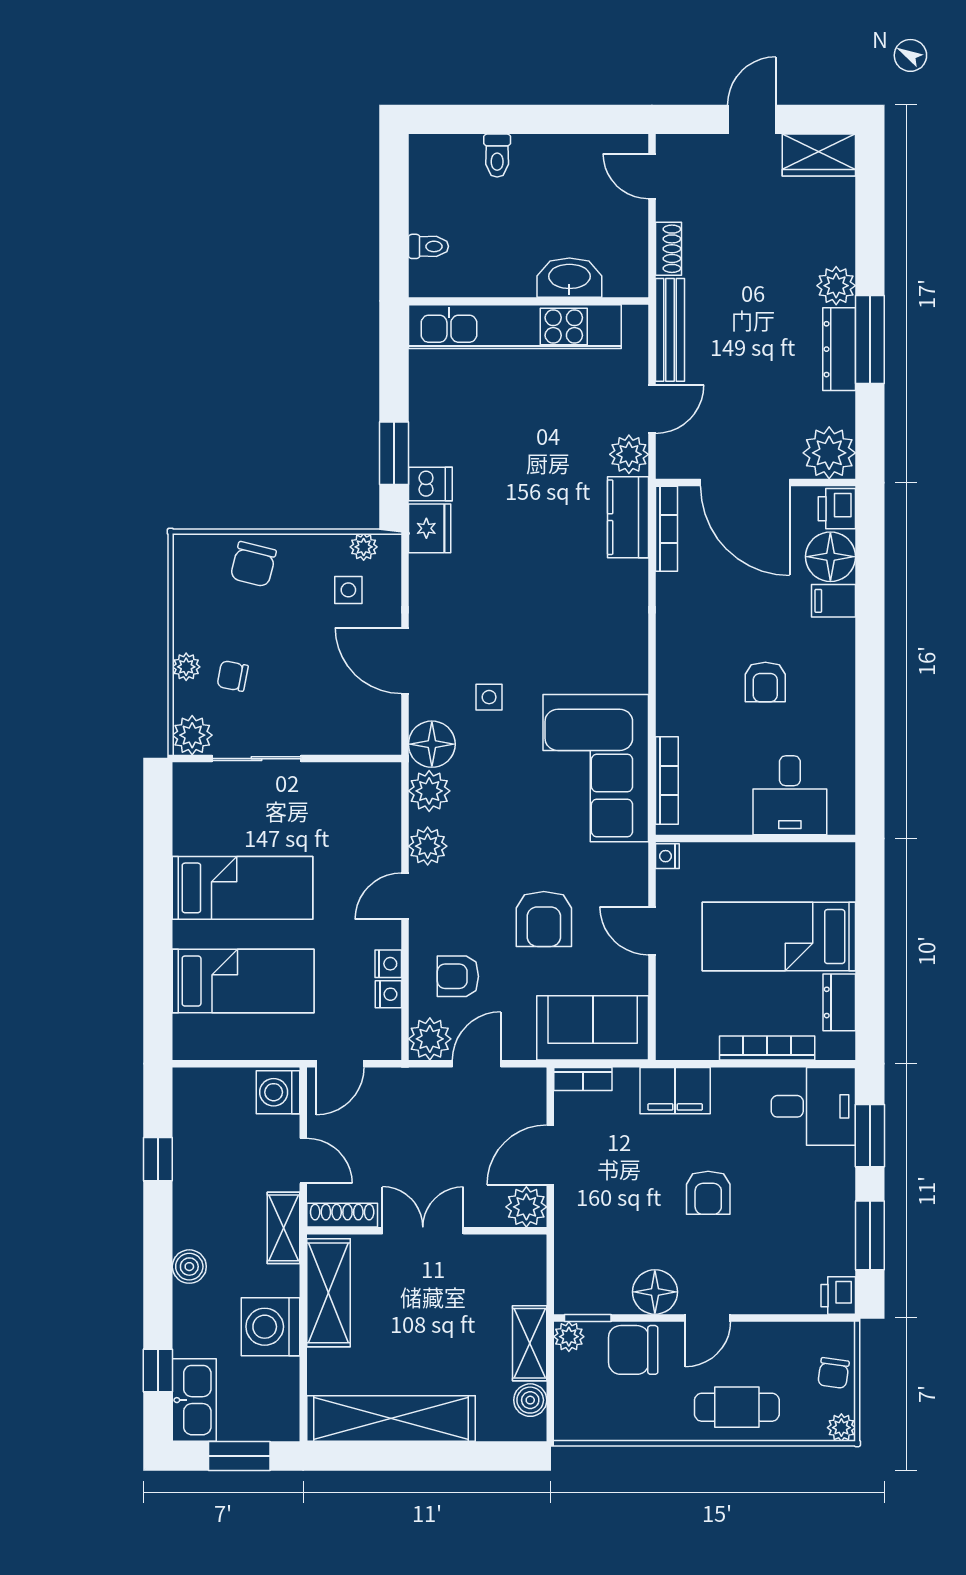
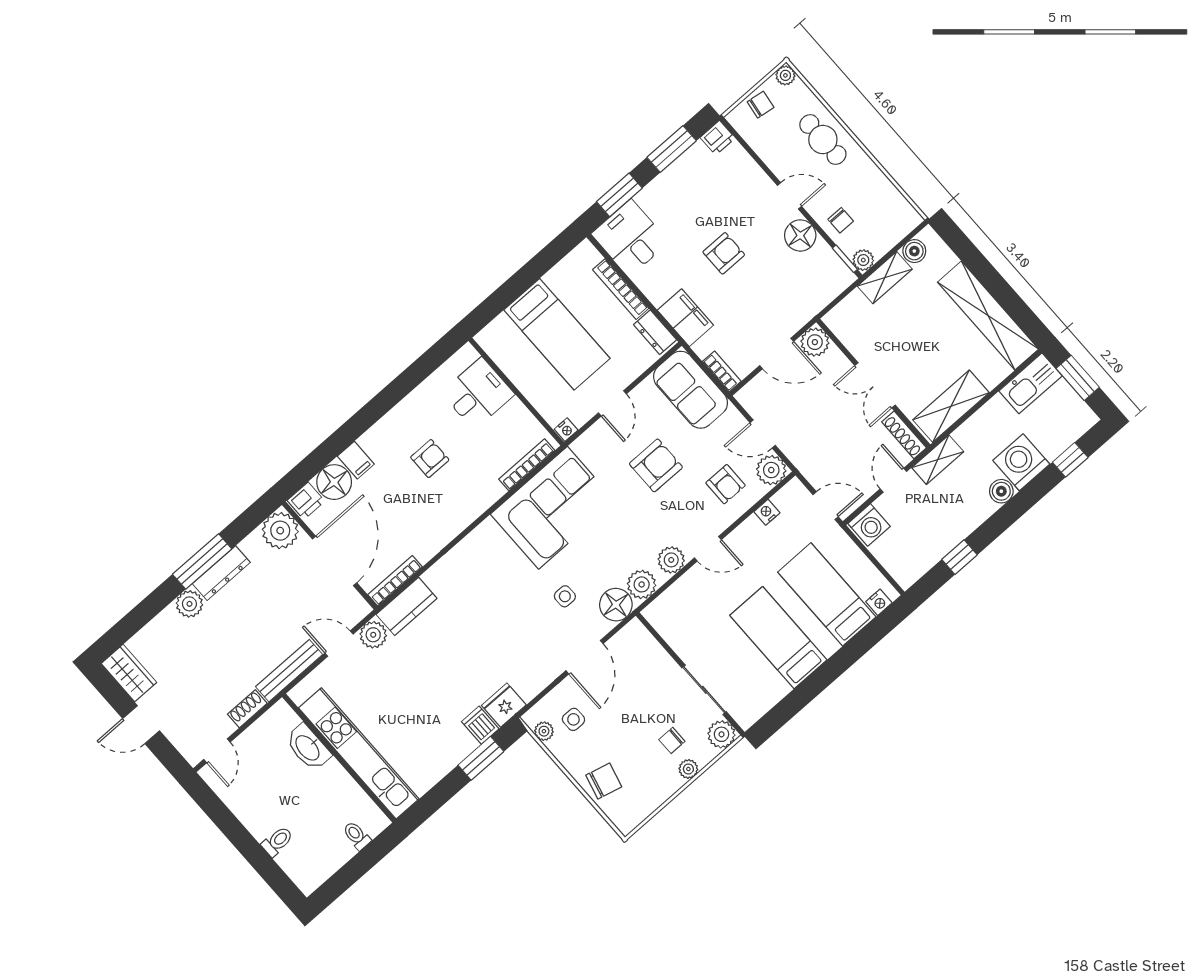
chair: (233, 676) -> (672, 740), turned 79
nightstand: (388, 964) -> (879, 602), moved, turned 180
dresser: (839, 1002) -> (655, 332), moved, turned 90
washing machine: (270, 1327) -> (1021, 462), moved, turned 180
chair: (633, 1350) -> (841, 220), width x0.54, depth x0.54
kitchen sink: (194, 1400) -> (1031, 383), moved, turned 180

